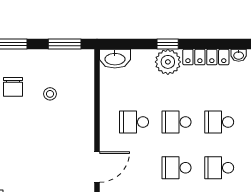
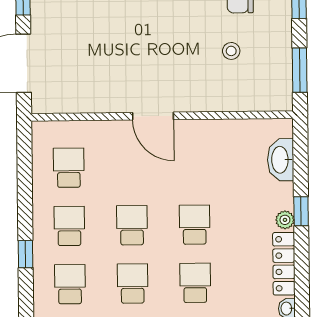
washbasin: (115, 59) -> (281, 160), moved
plant: (168, 62) -> (285, 220), width x0.53, depth x0.53
school desk: (134, 122) -> (194, 166), removed
door: (97, 167) -> (153, 116), moved

